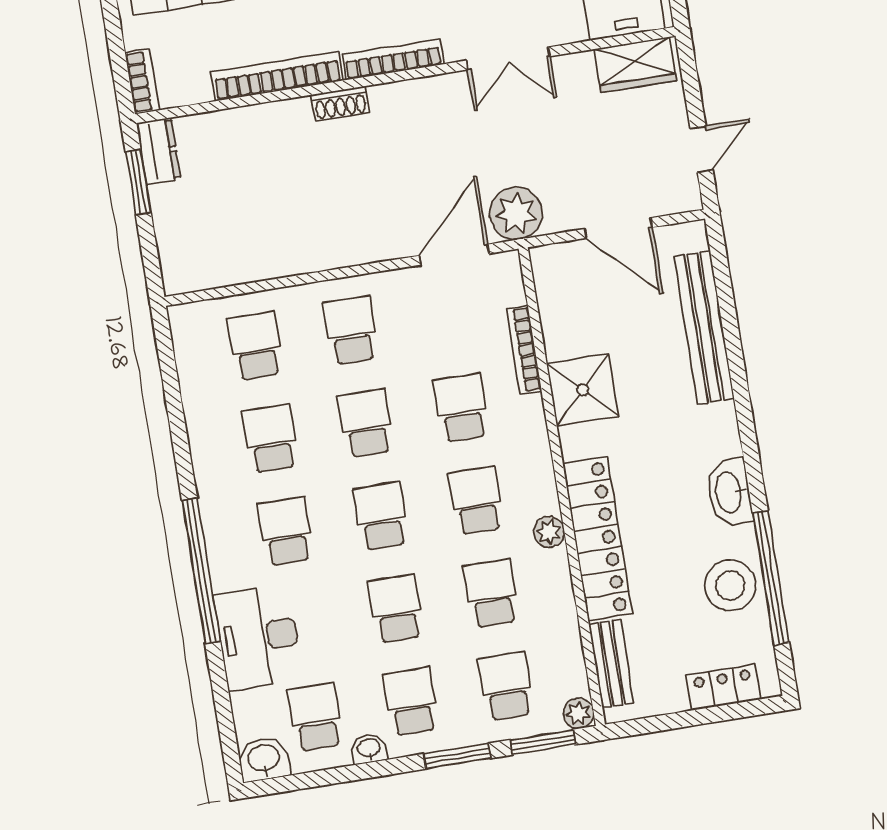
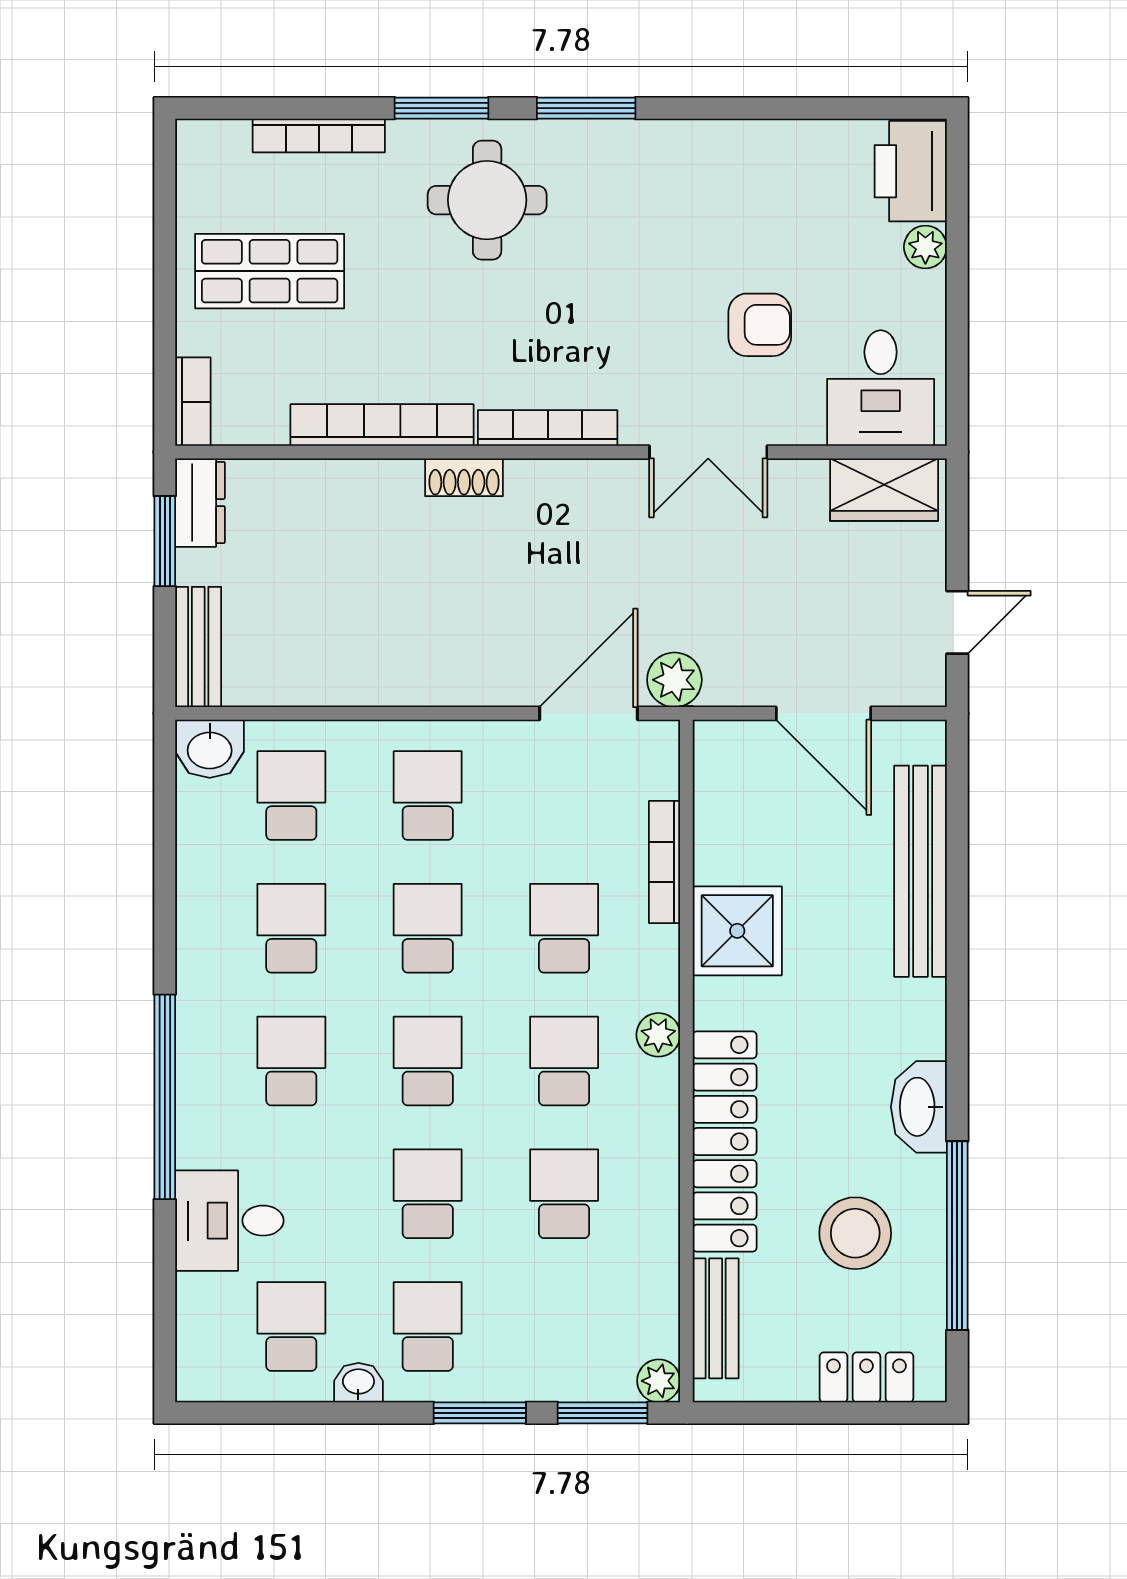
plant: (516, 213) -> (674, 680), width x0.73, depth x0.73
bench: (174, 252) -> (198, 647), added
plant: (549, 532) -> (658, 1035), moved
stool: (730, 585) -> (855, 1233), moved
desk: (258, 637) -> (229, 1221), width x0.73
school desk: (506, 686) -> (564, 1326), removed
washbasin: (264, 759) -> (210, 749), moved, turned 180

